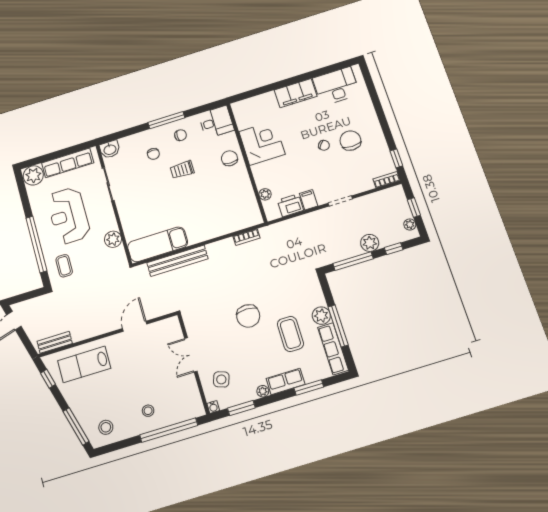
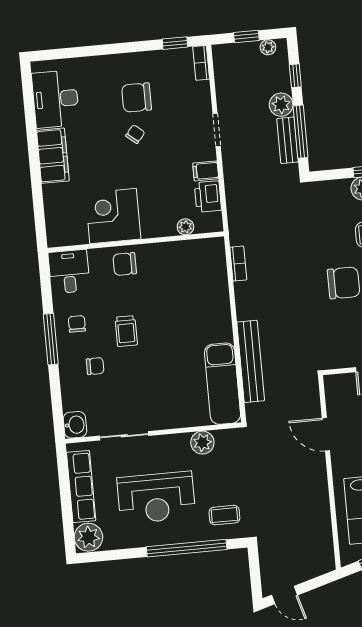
bench: (55, 342) -> (288, 140), moved

